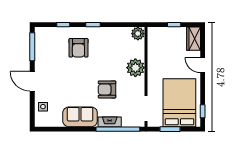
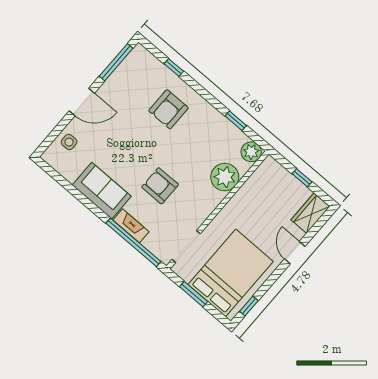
window: (93, 25) -> (236, 121), moved
plant: (135, 68) -> (225, 177), moved
door: (32, 81) -> (82, 102), swing flipped

